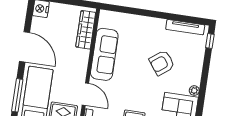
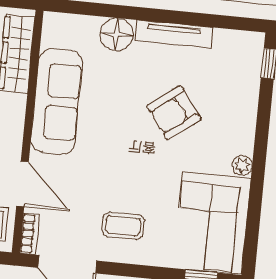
floor lamp: (135, 23) -> (117, 34), added
tv unit: (185, 27) -> (174, 34), moved

